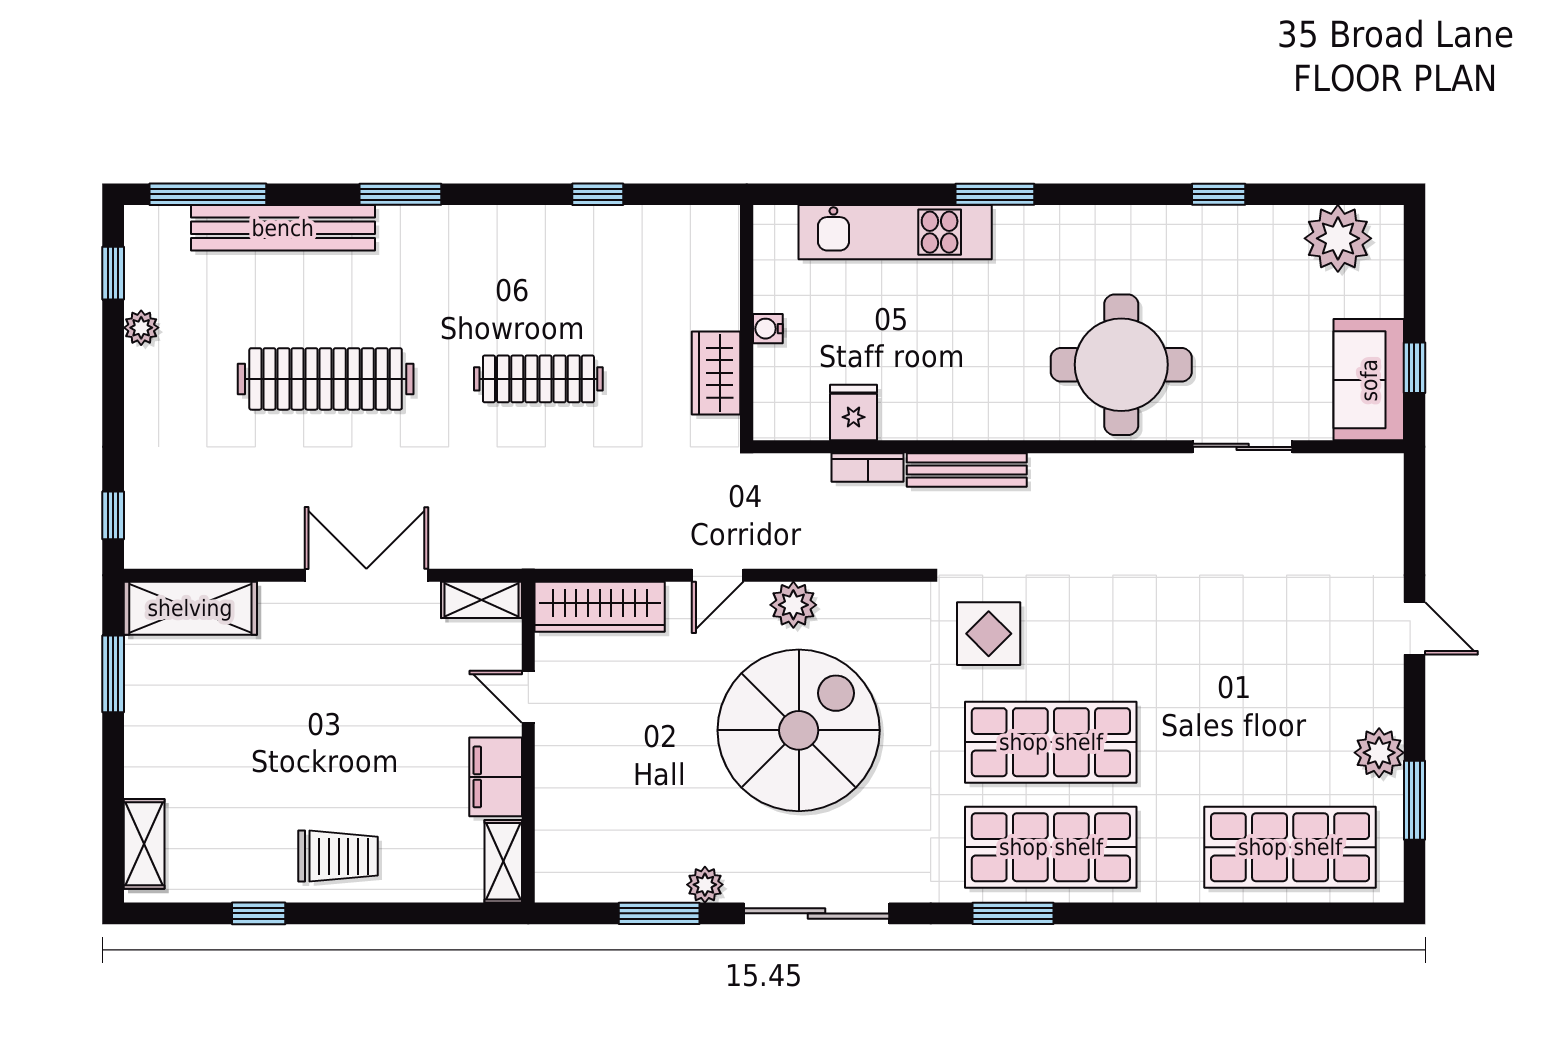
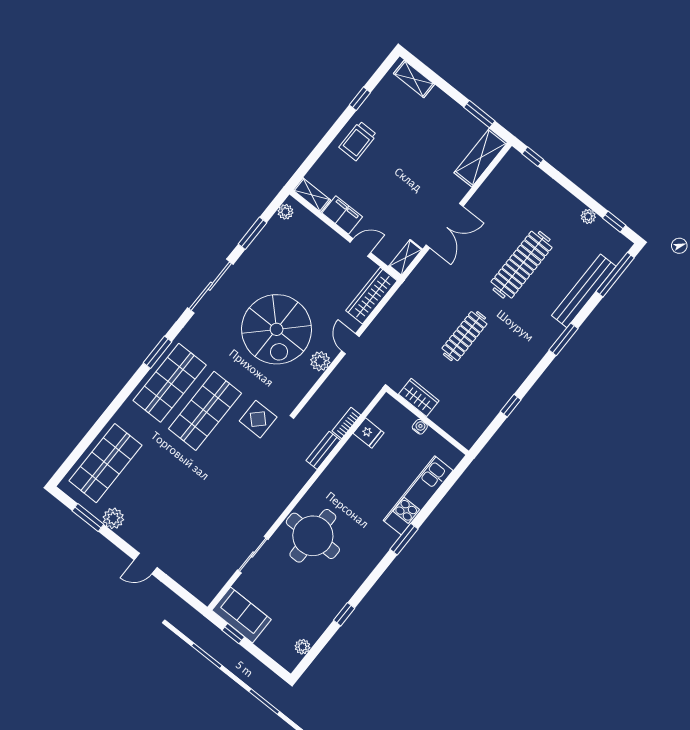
plant: (1338, 238) -> (302, 647), width x0.53, depth x0.53
bench: (967, 470) -> (323, 450), width x0.73
plant: (705, 885) -> (285, 212), moved

